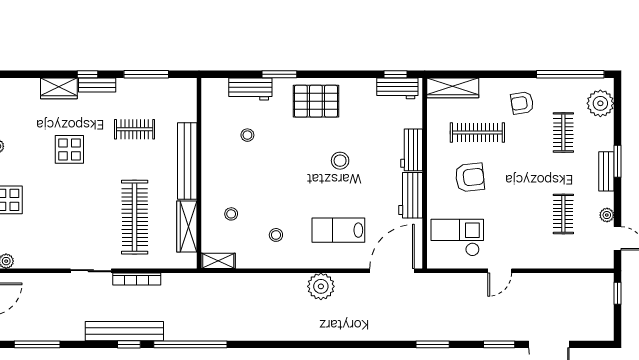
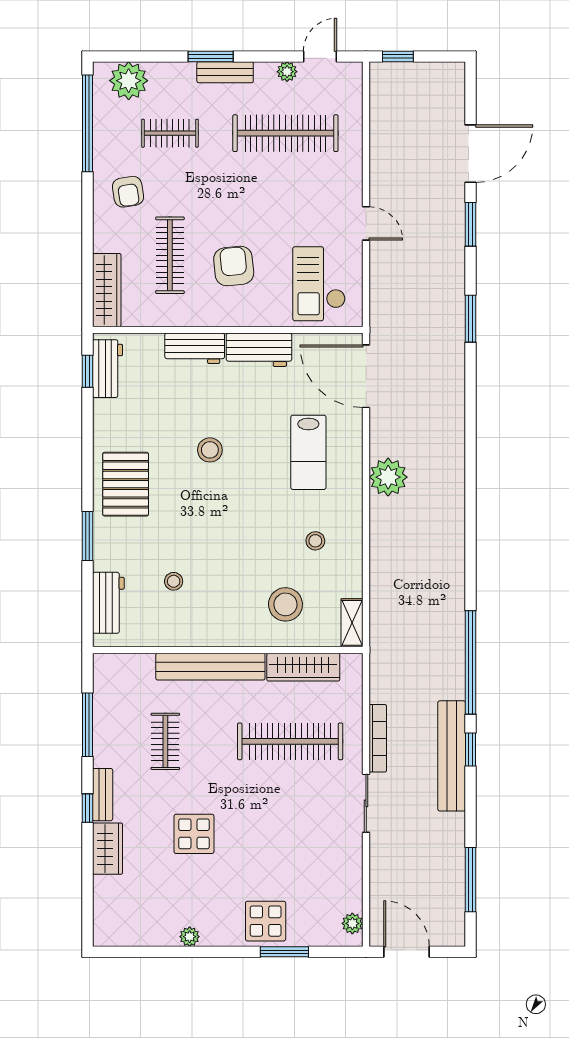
workbench: (250, 89) -> (108, 603), moved
stool: (231, 214) -> (285, 604), width x1.89, depth x1.89
clothes rail: (563, 214) -> (285, 133), width x1.86, depth x1.31

